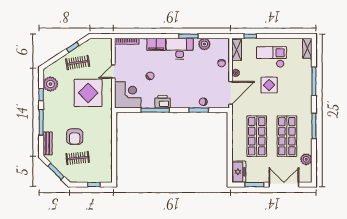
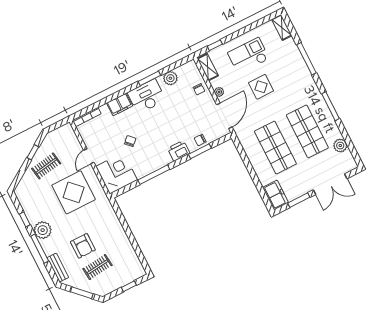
plant: (50, 84) -> (43, 230), moved
printer: (162, 102) -> (179, 151), moved
double door: (284, 185) -> (330, 184), swing flipped

